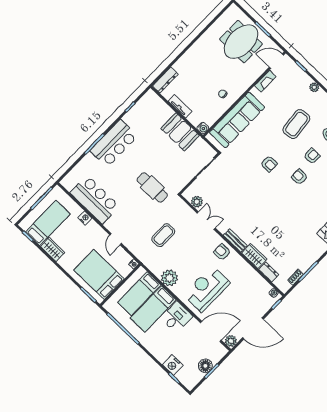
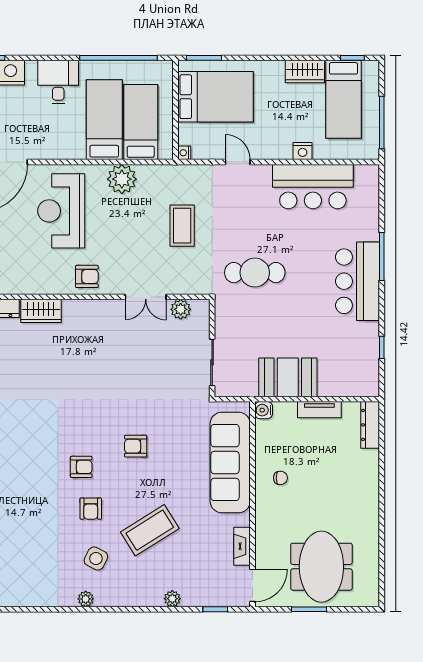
coffee table: (296, 124) -> (150, 530), turned 65
bench: (235, 240) -> (84, 307), removed
reception desk: (207, 289) -> (61, 211), turned 180
desk: (176, 317) -> (58, 82), moved, turned 180

